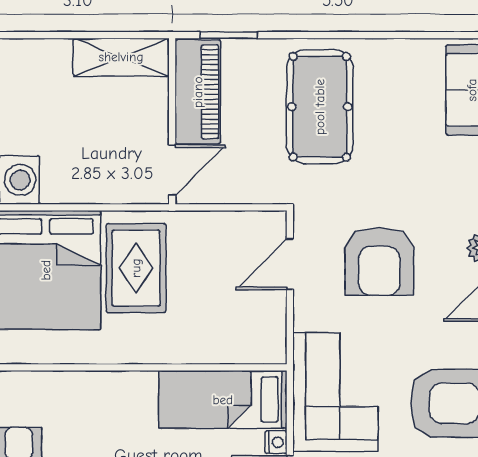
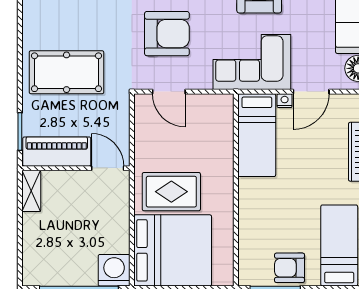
shelving: (121, 57) -> (31, 191), width x0.67, depth x0.75

